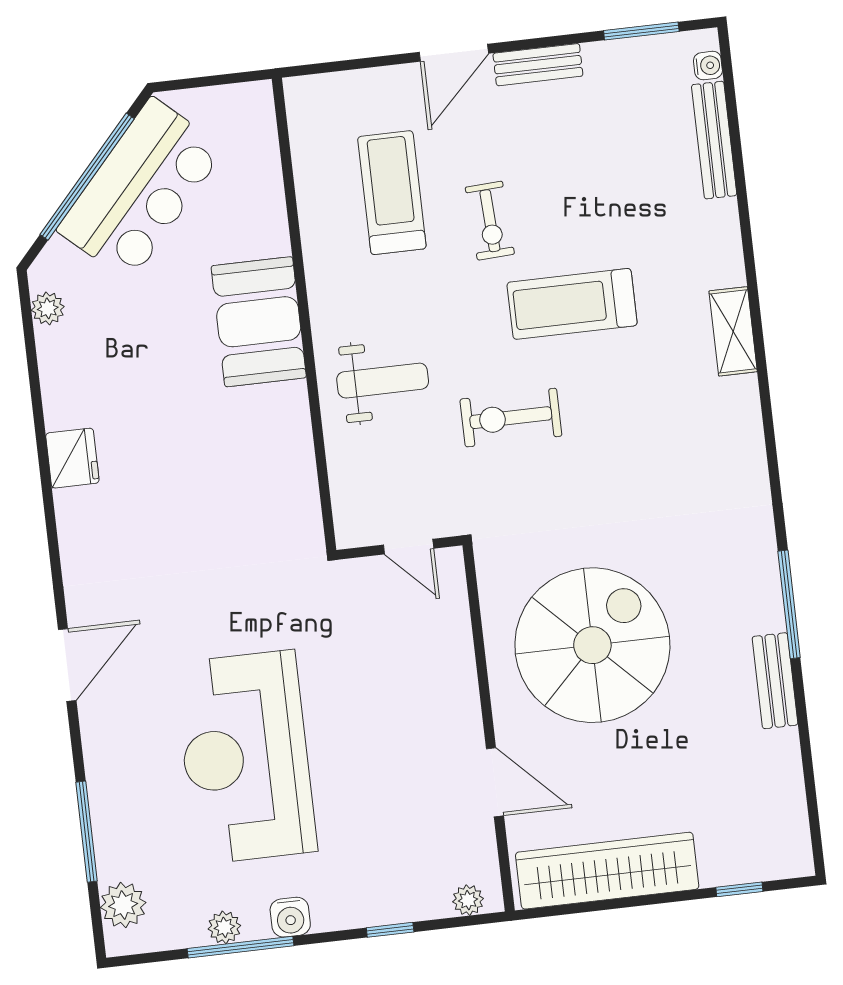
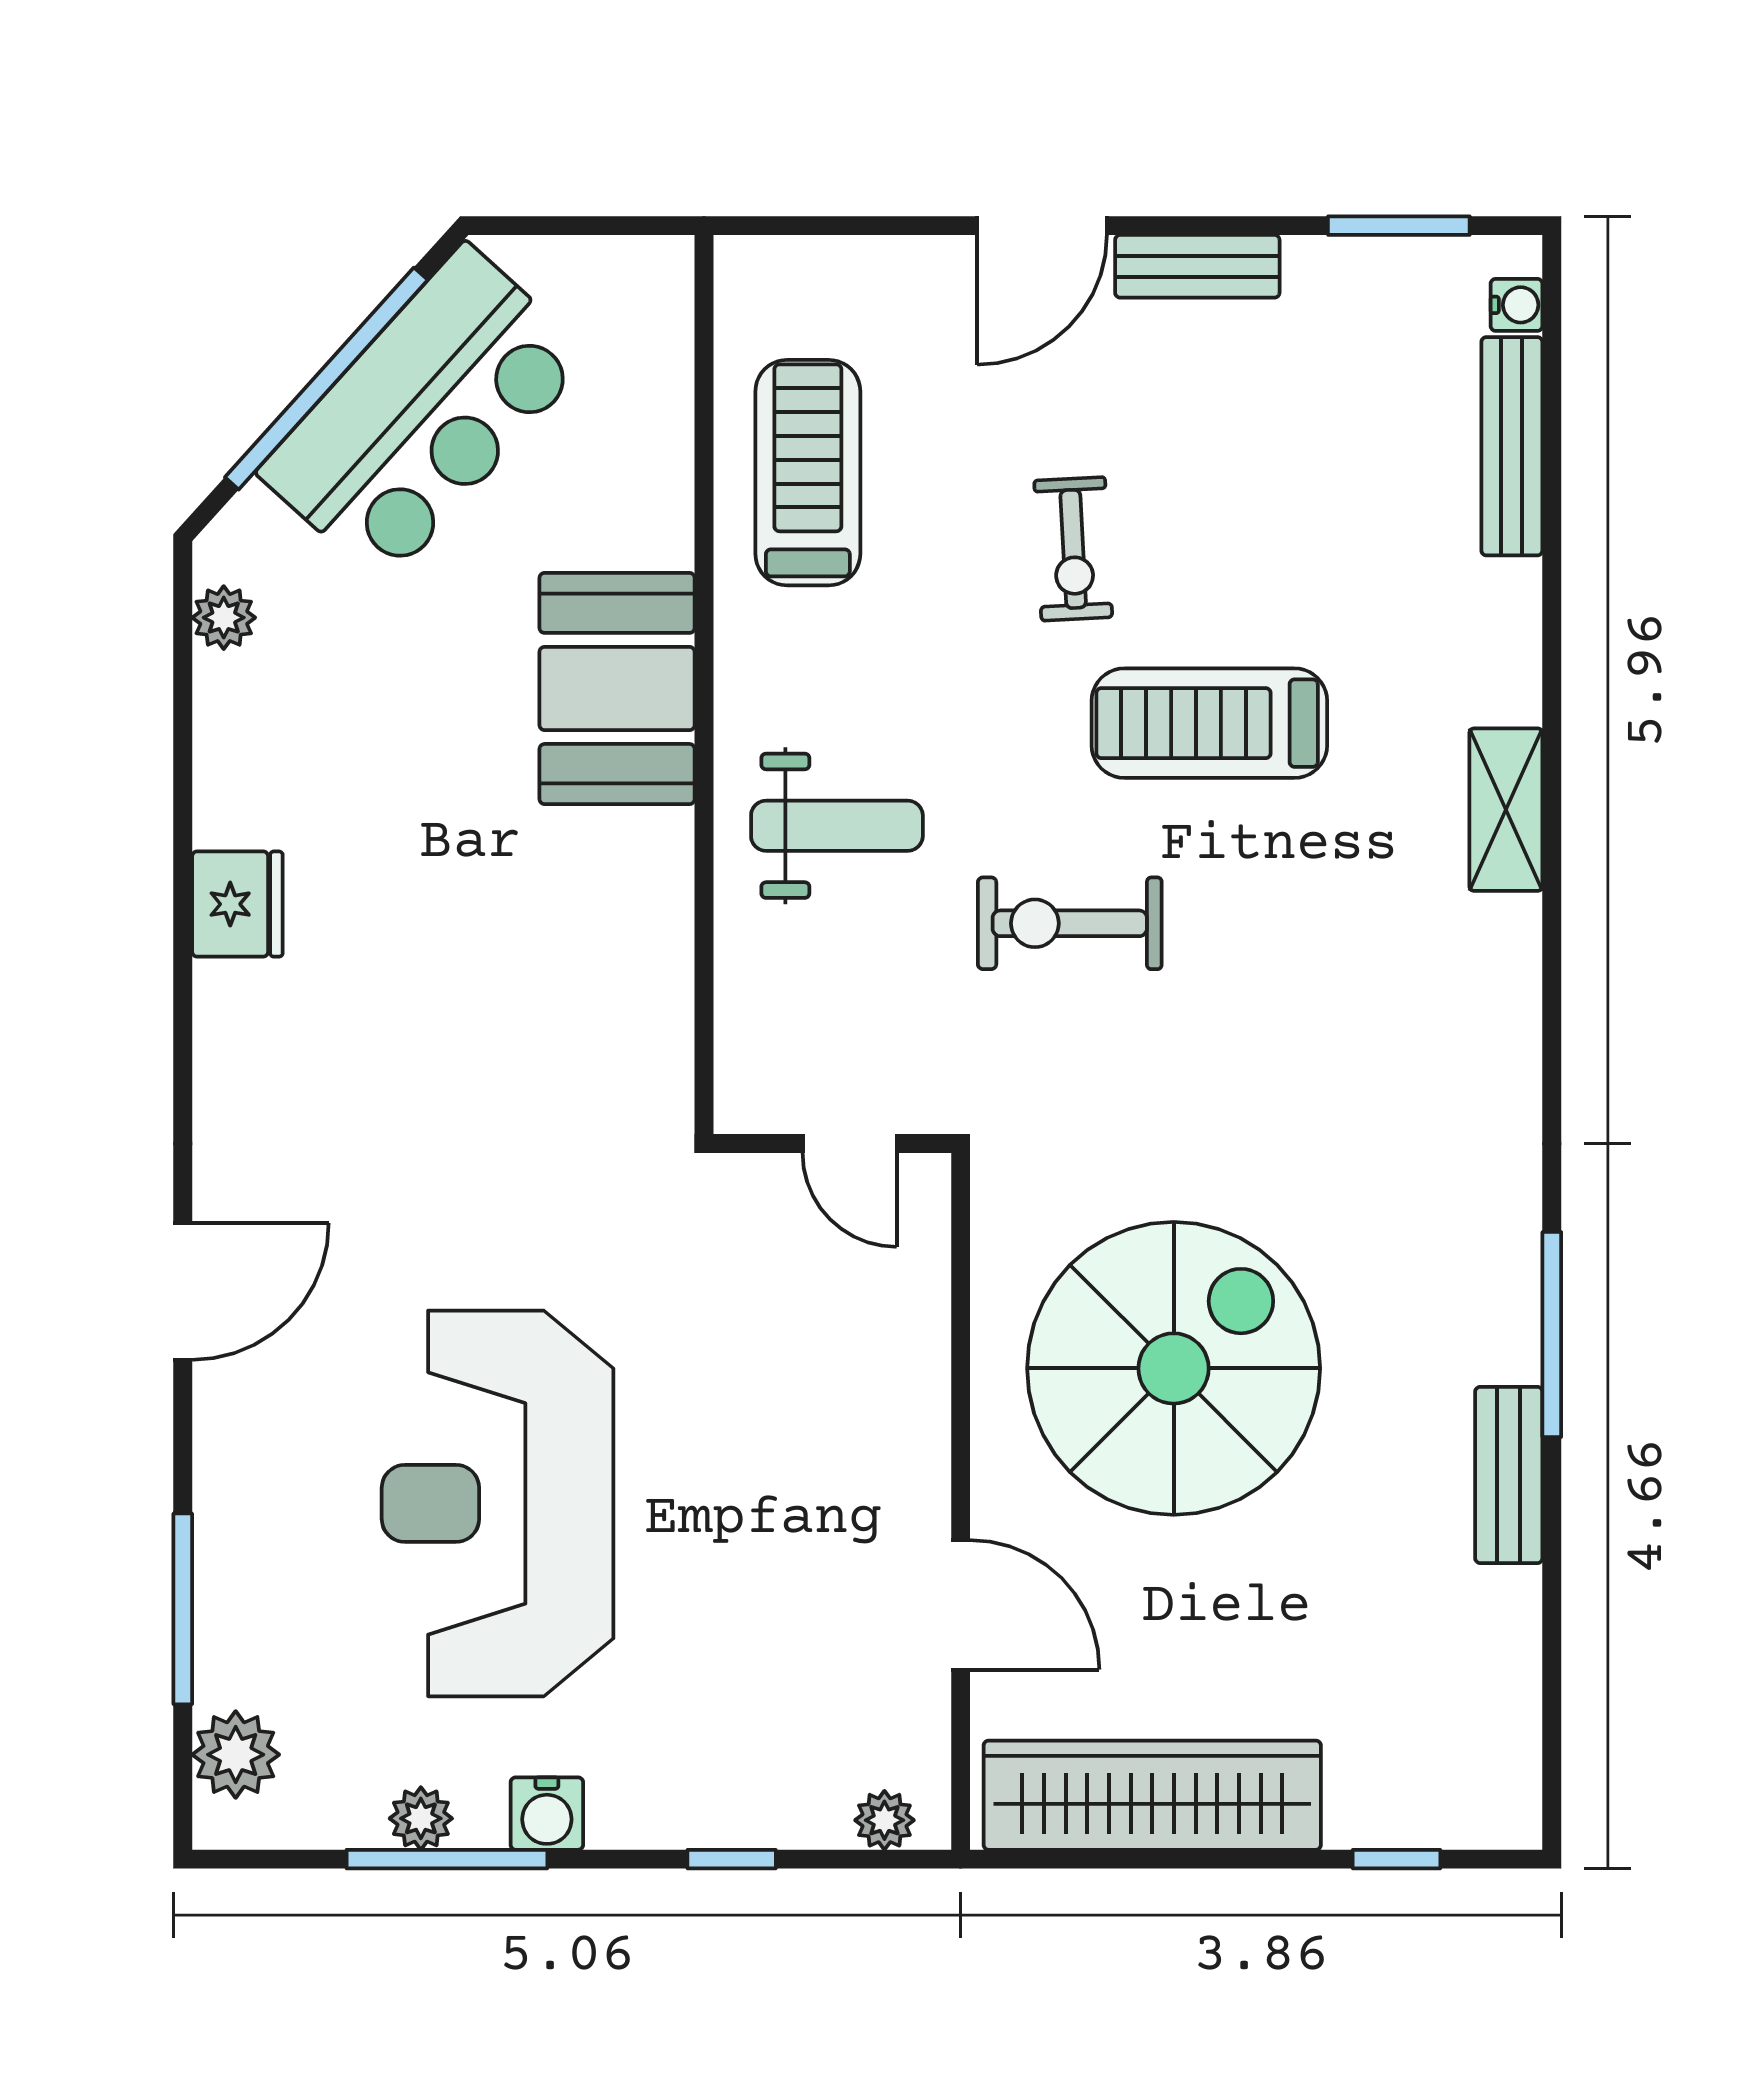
treadmill: (392, 193) -> (808, 473), moved

